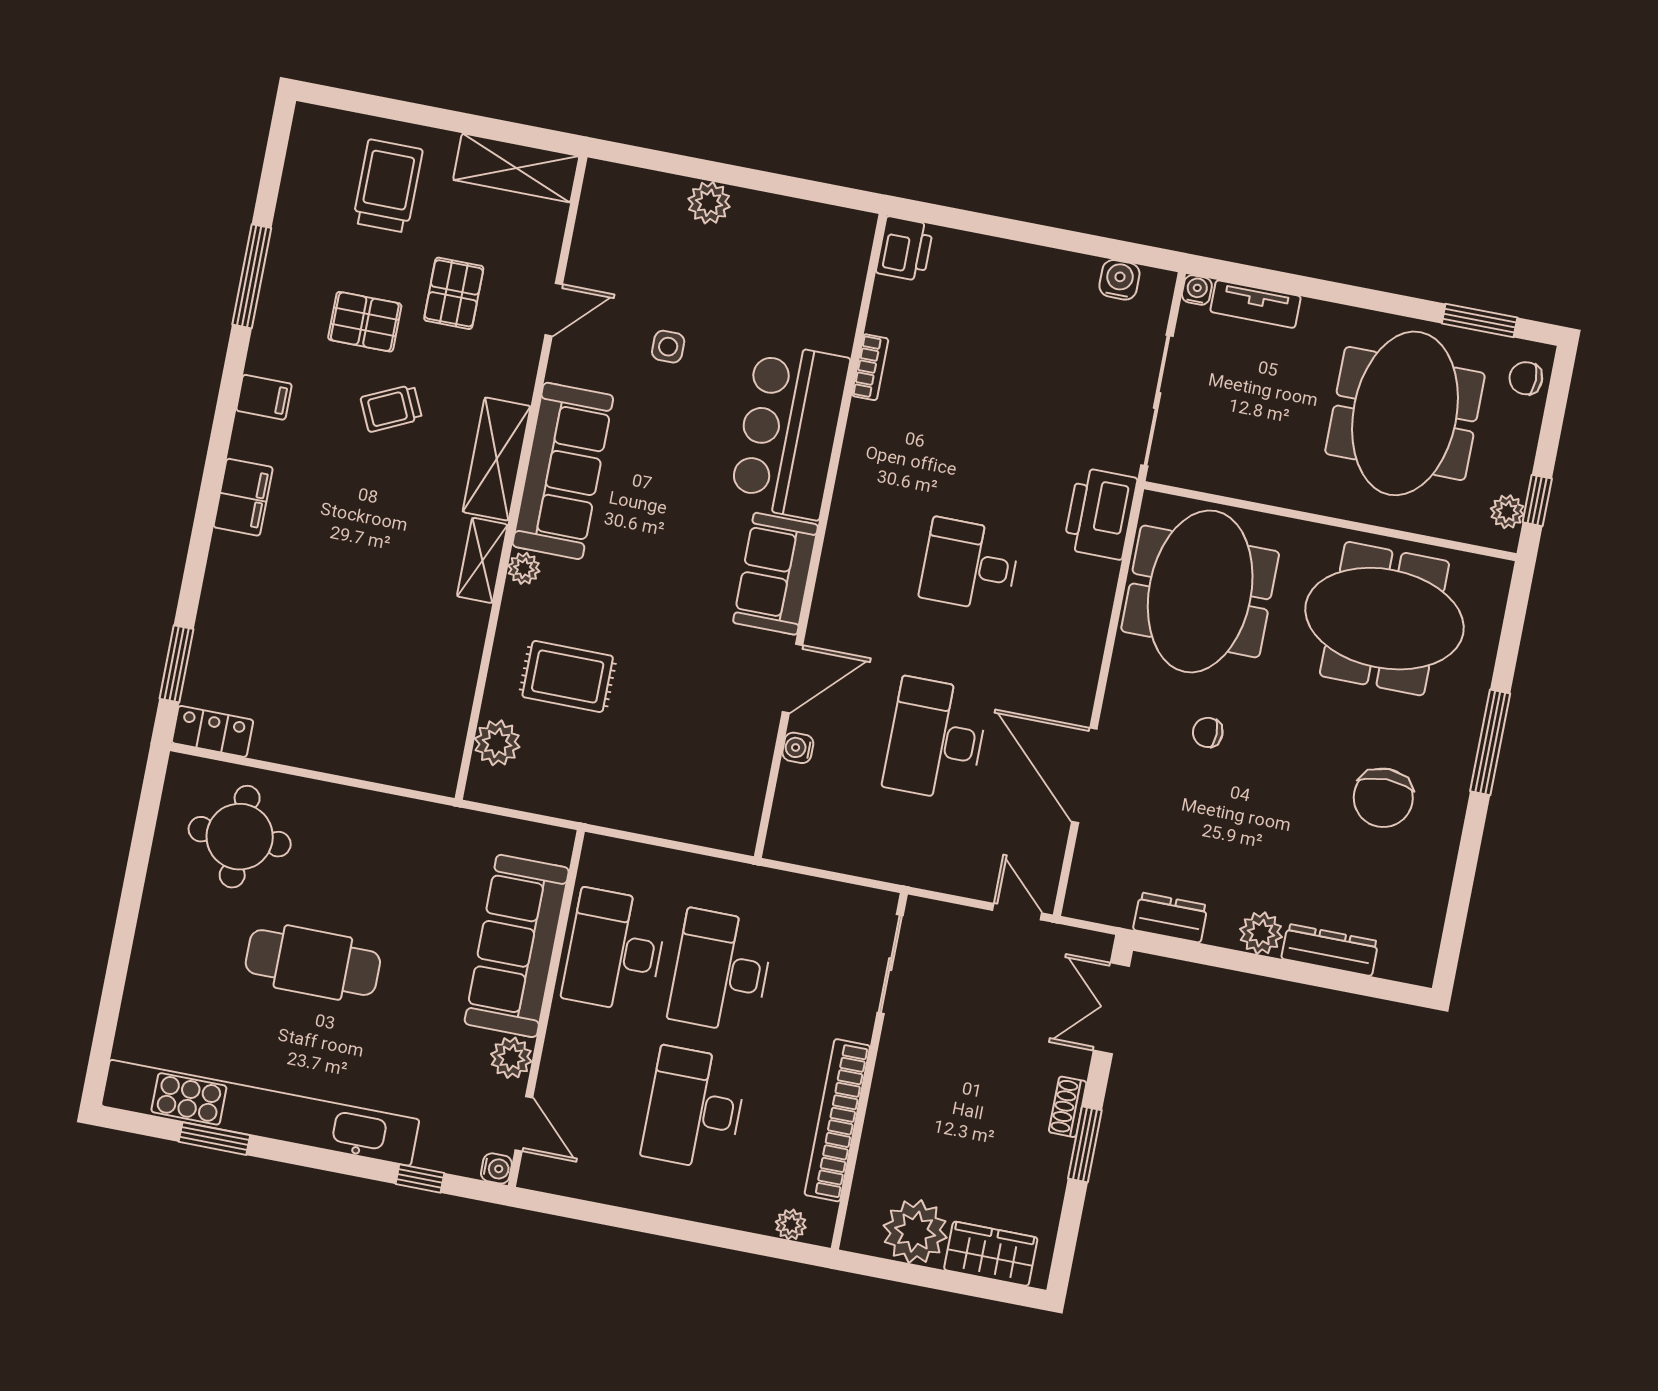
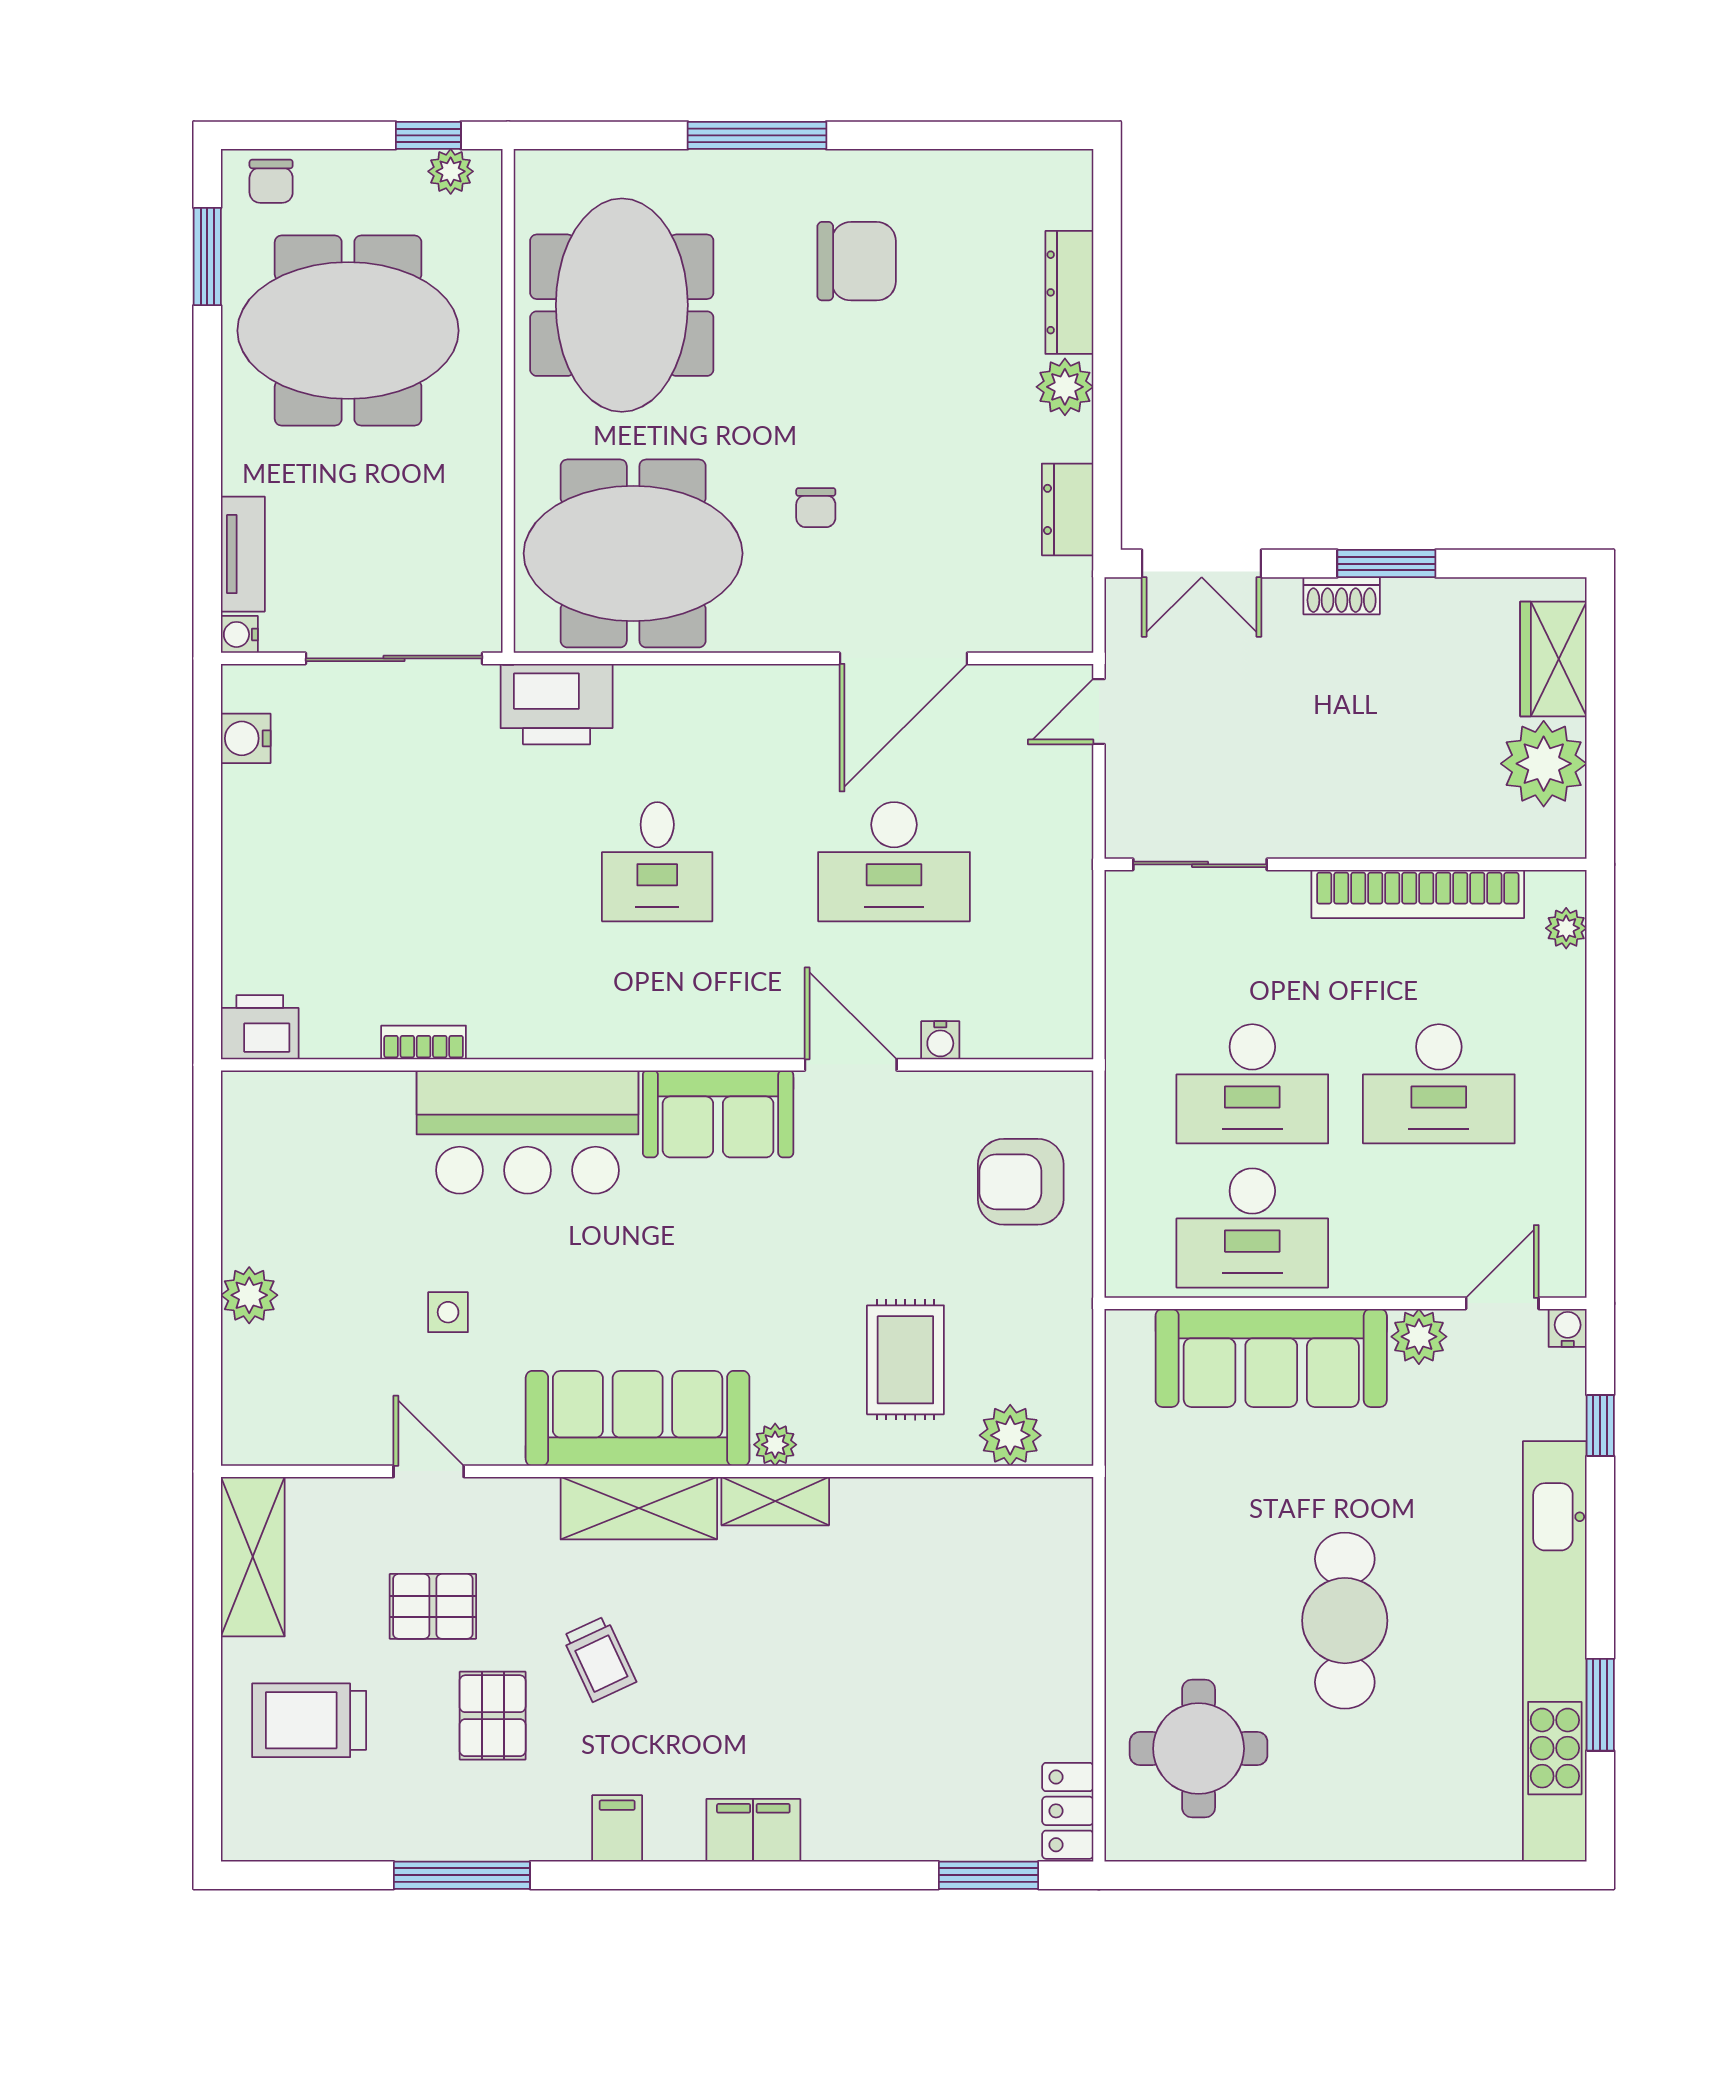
armchair: (682, 787) -> (1021, 1182), added

